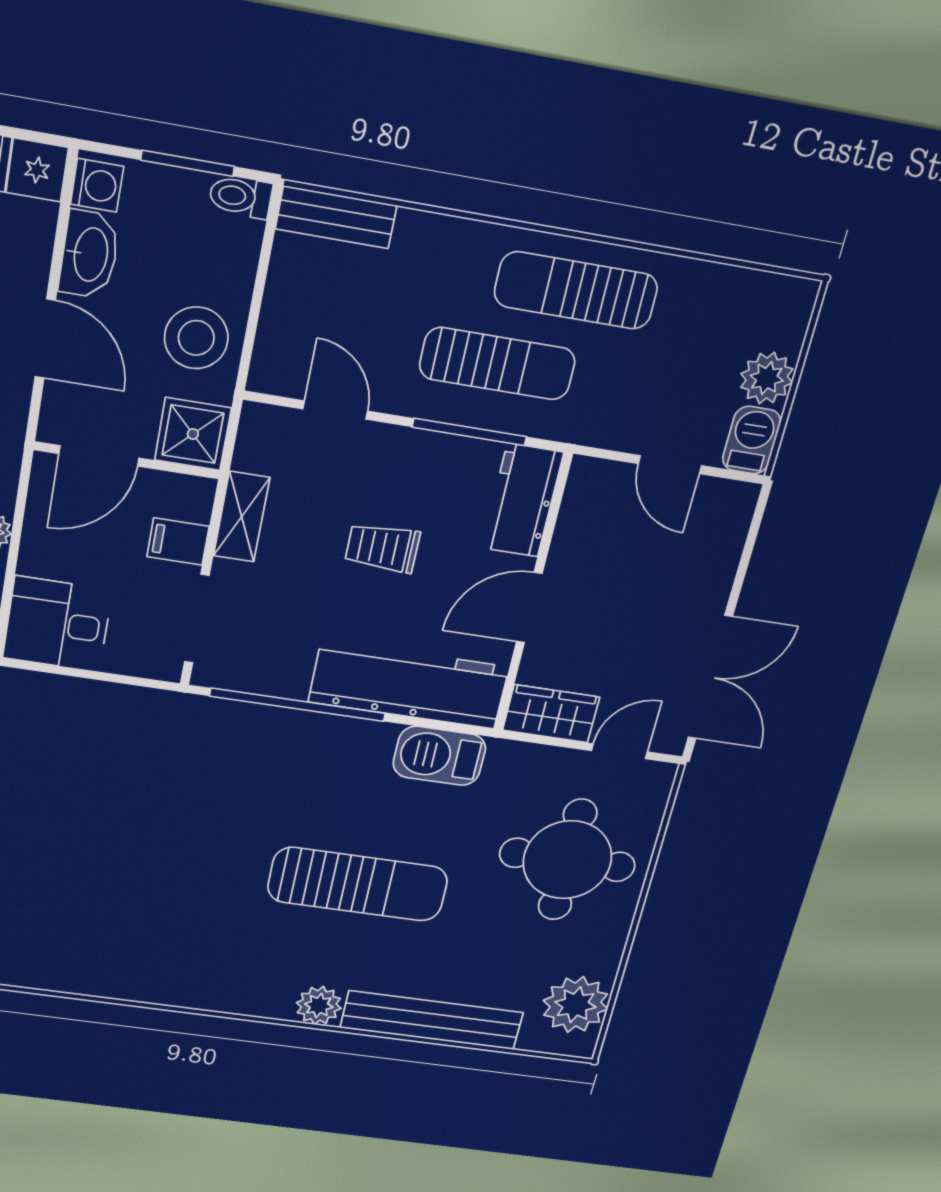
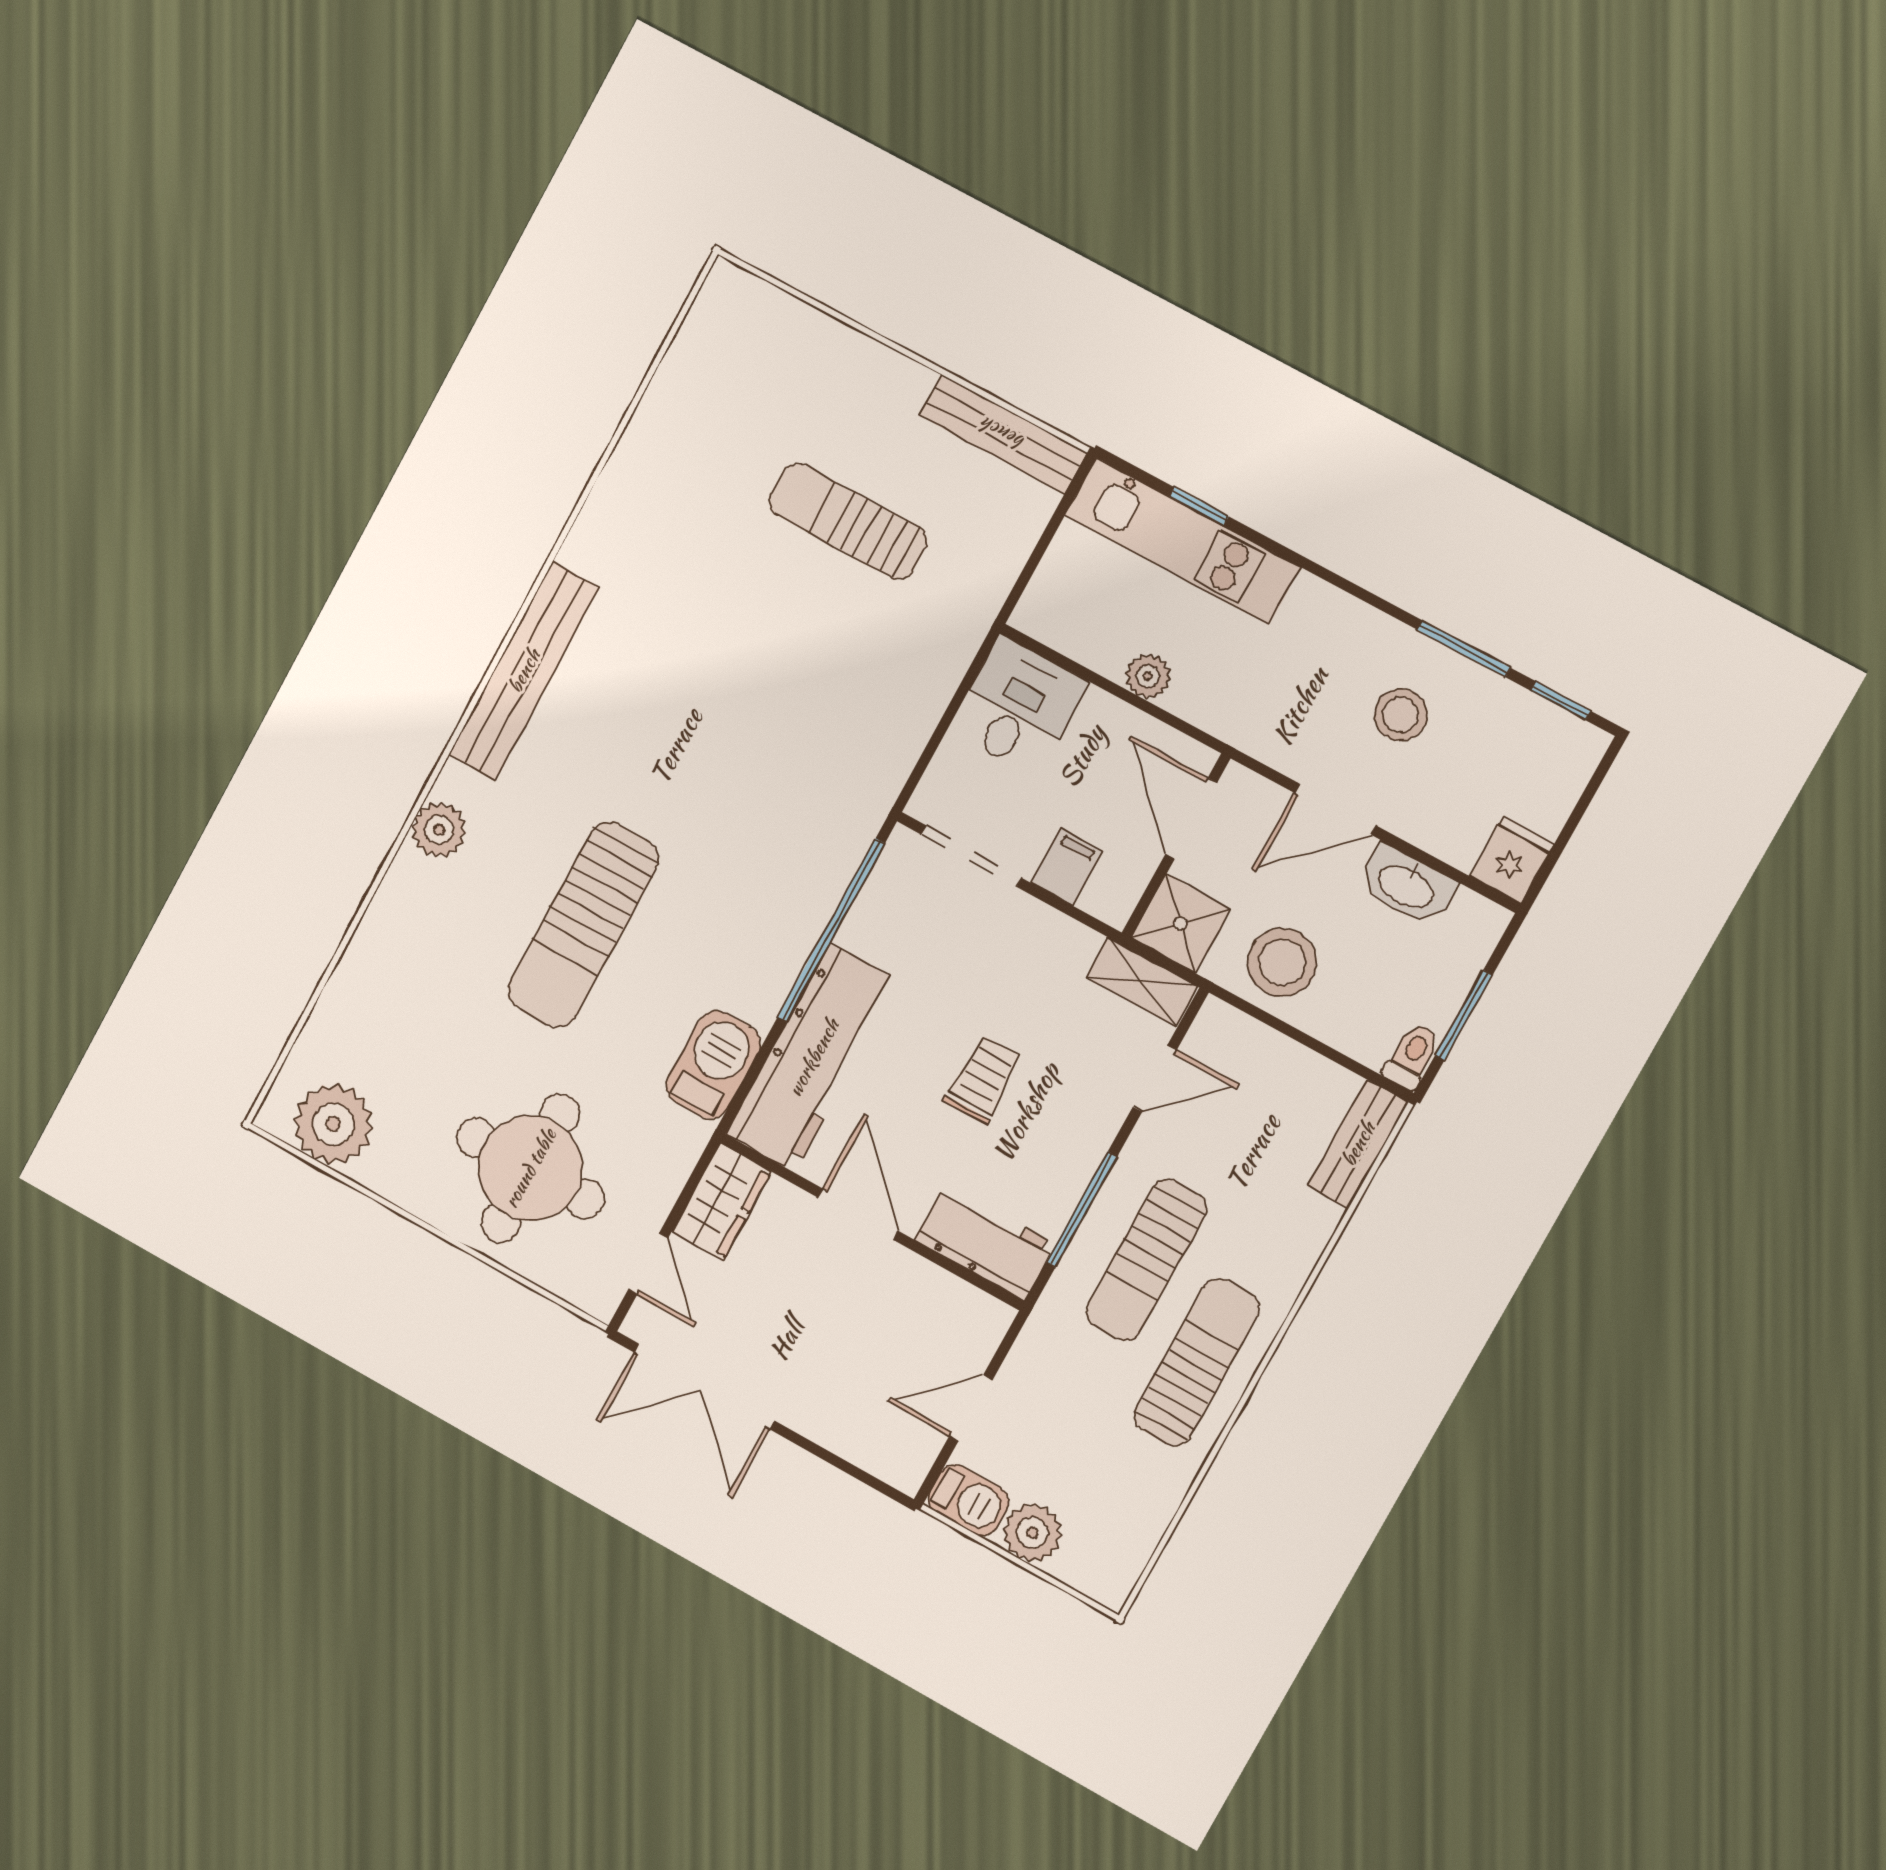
washing machine: (97, 185) -> (1473, 918), removed
shelving: (242, 517) -> (1142, 982), moved
bench: (432, 1020) -> (524, 671), moved

